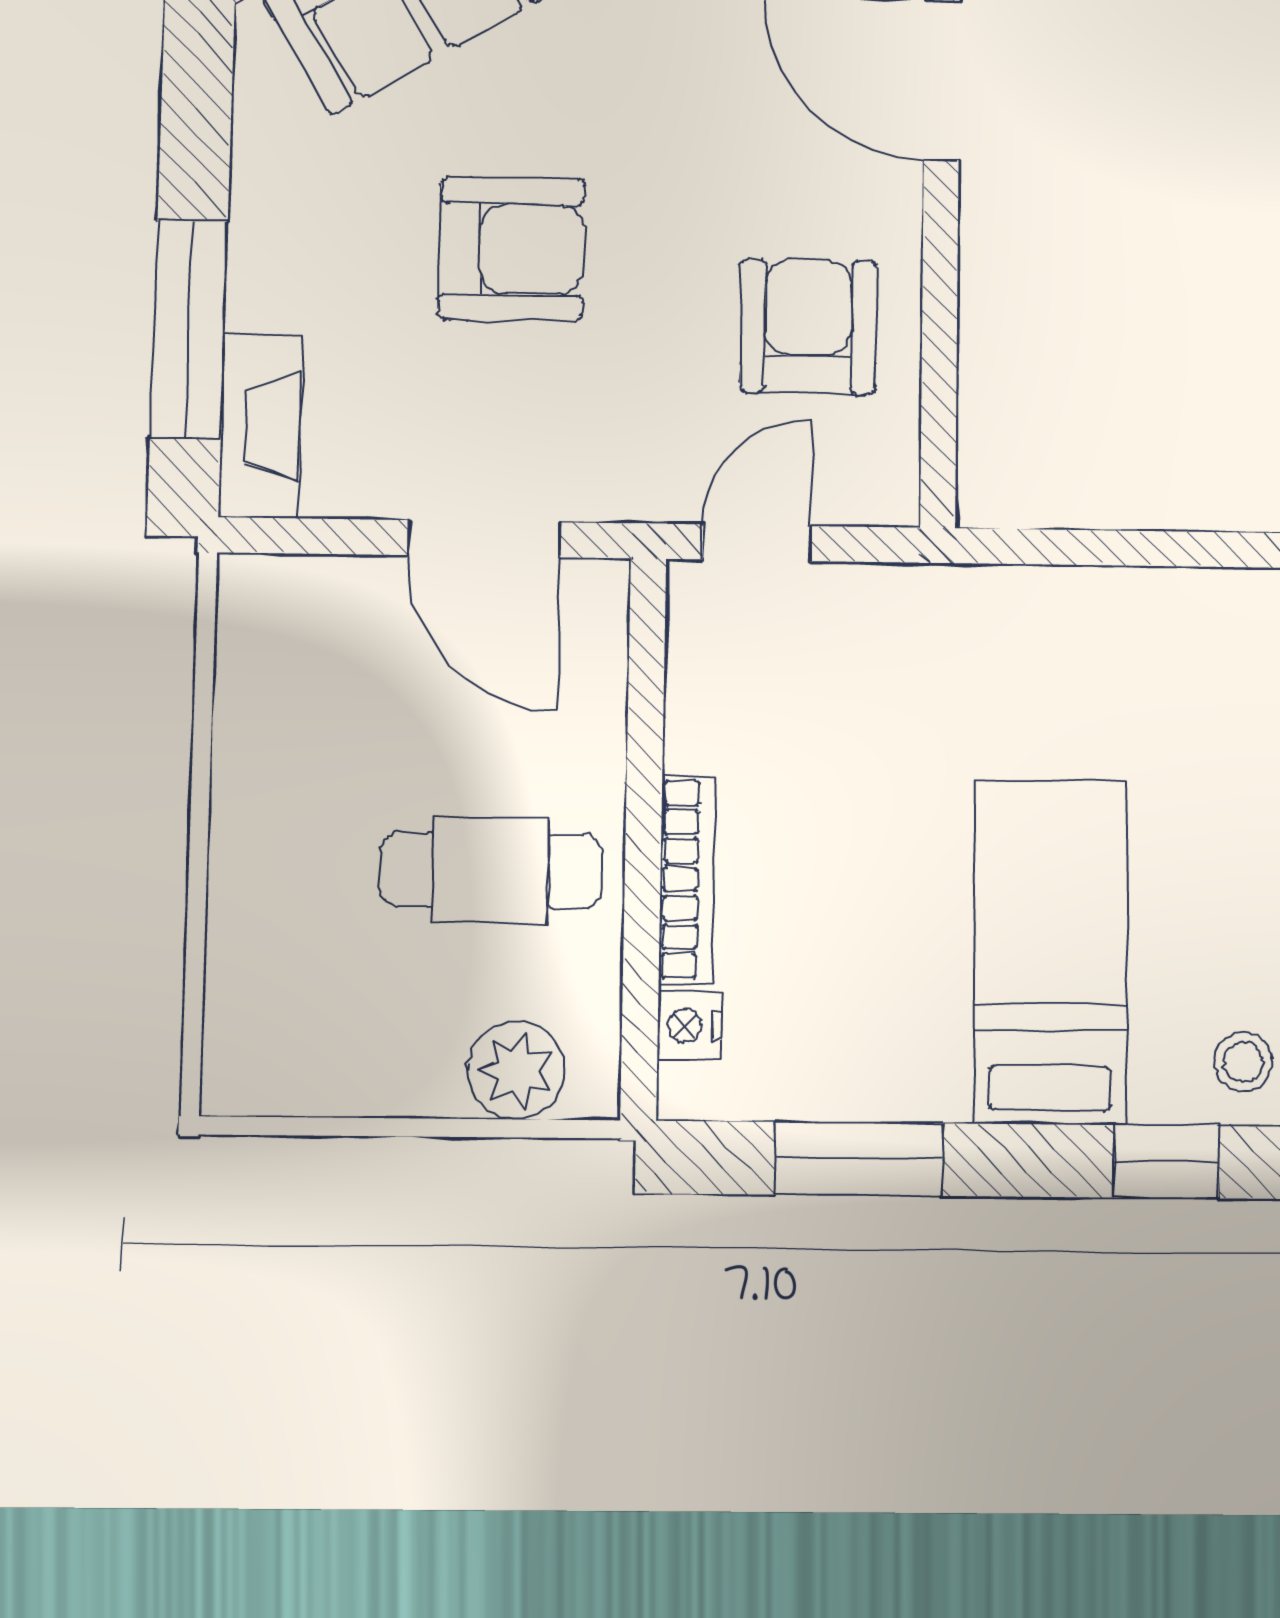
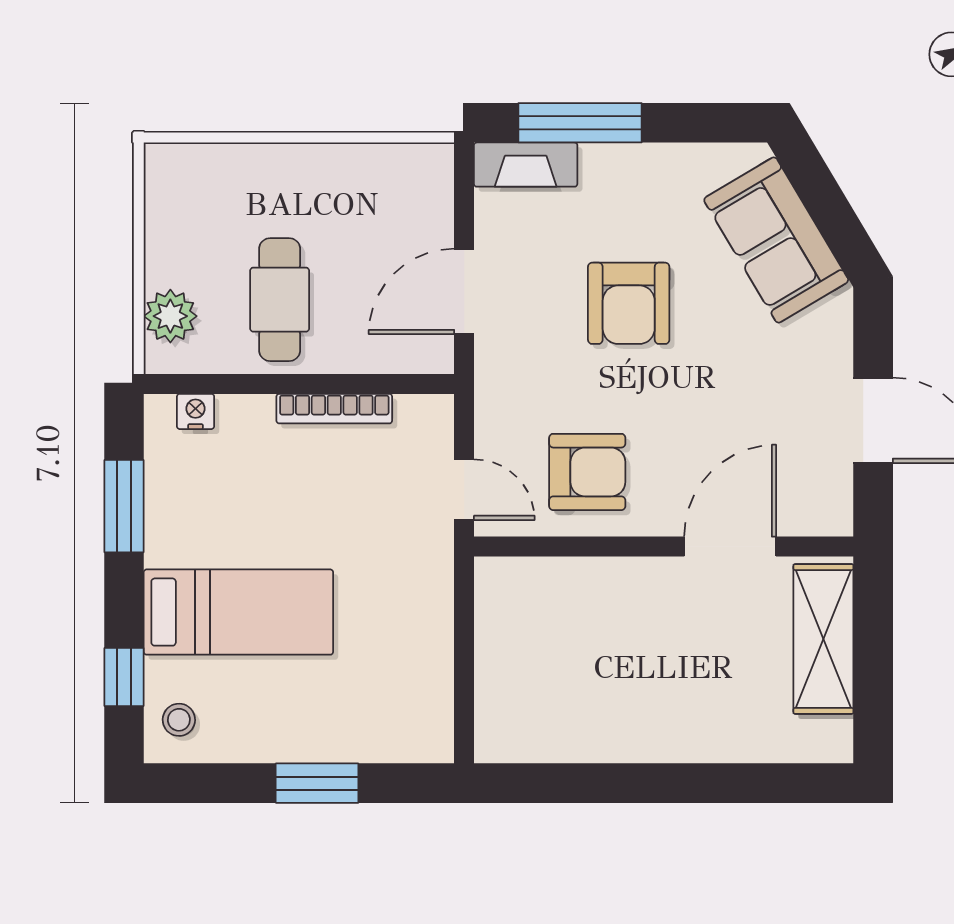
door: (757, 543) -> (464, 490), moved
bookcase: (687, 879) -> (334, 409), moved

